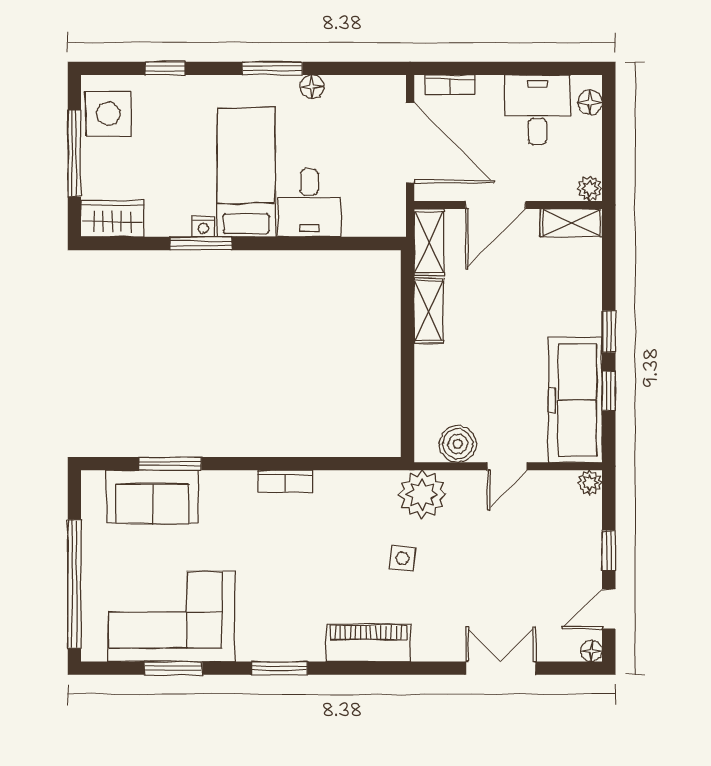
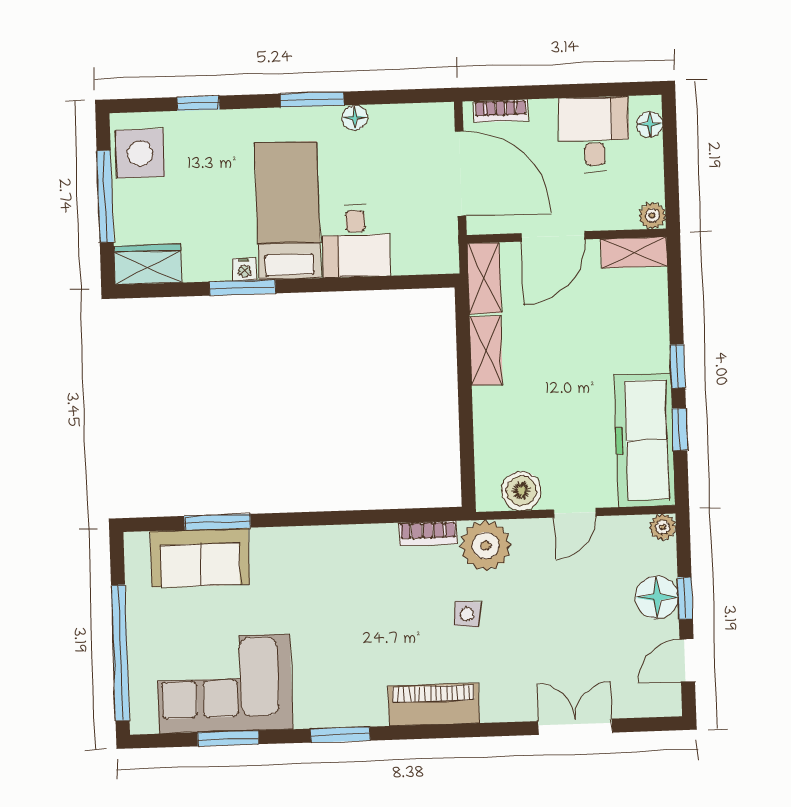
bookcase: (285, 481) -> (428, 533), moved
floor lamp: (591, 651) -> (657, 597), moved, width x1.89, depth x1.89

